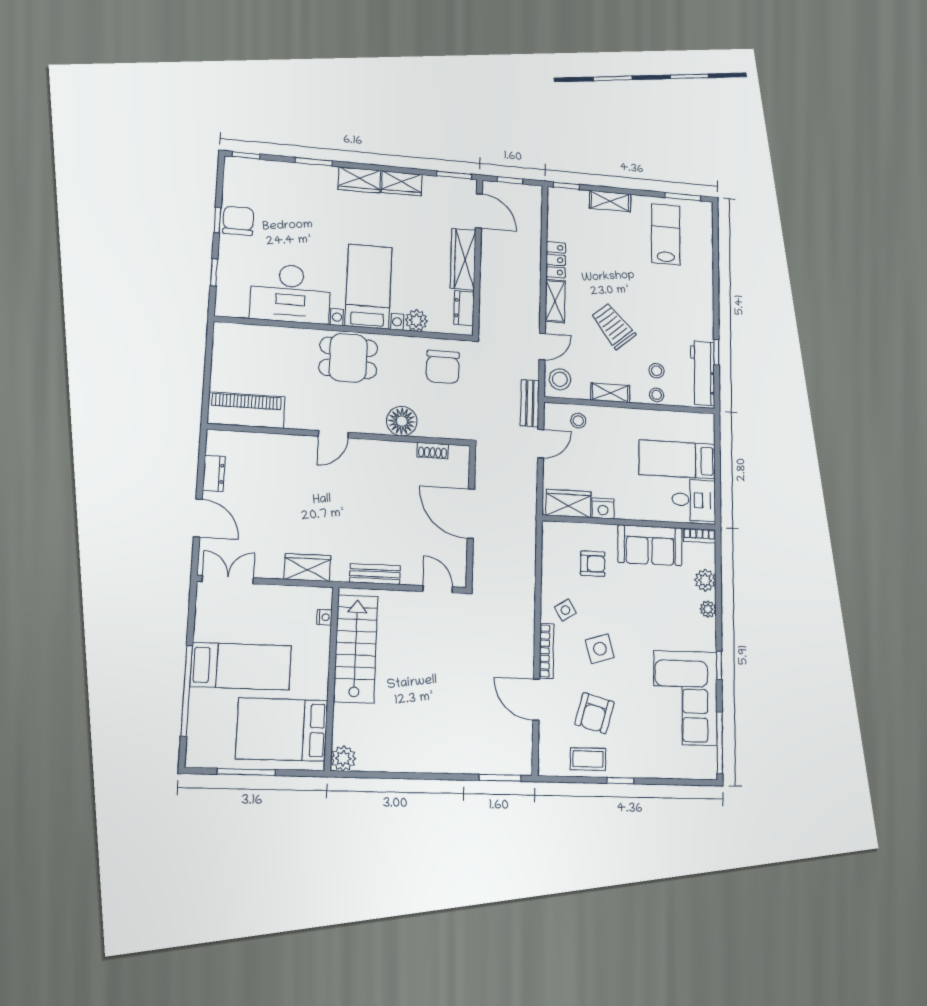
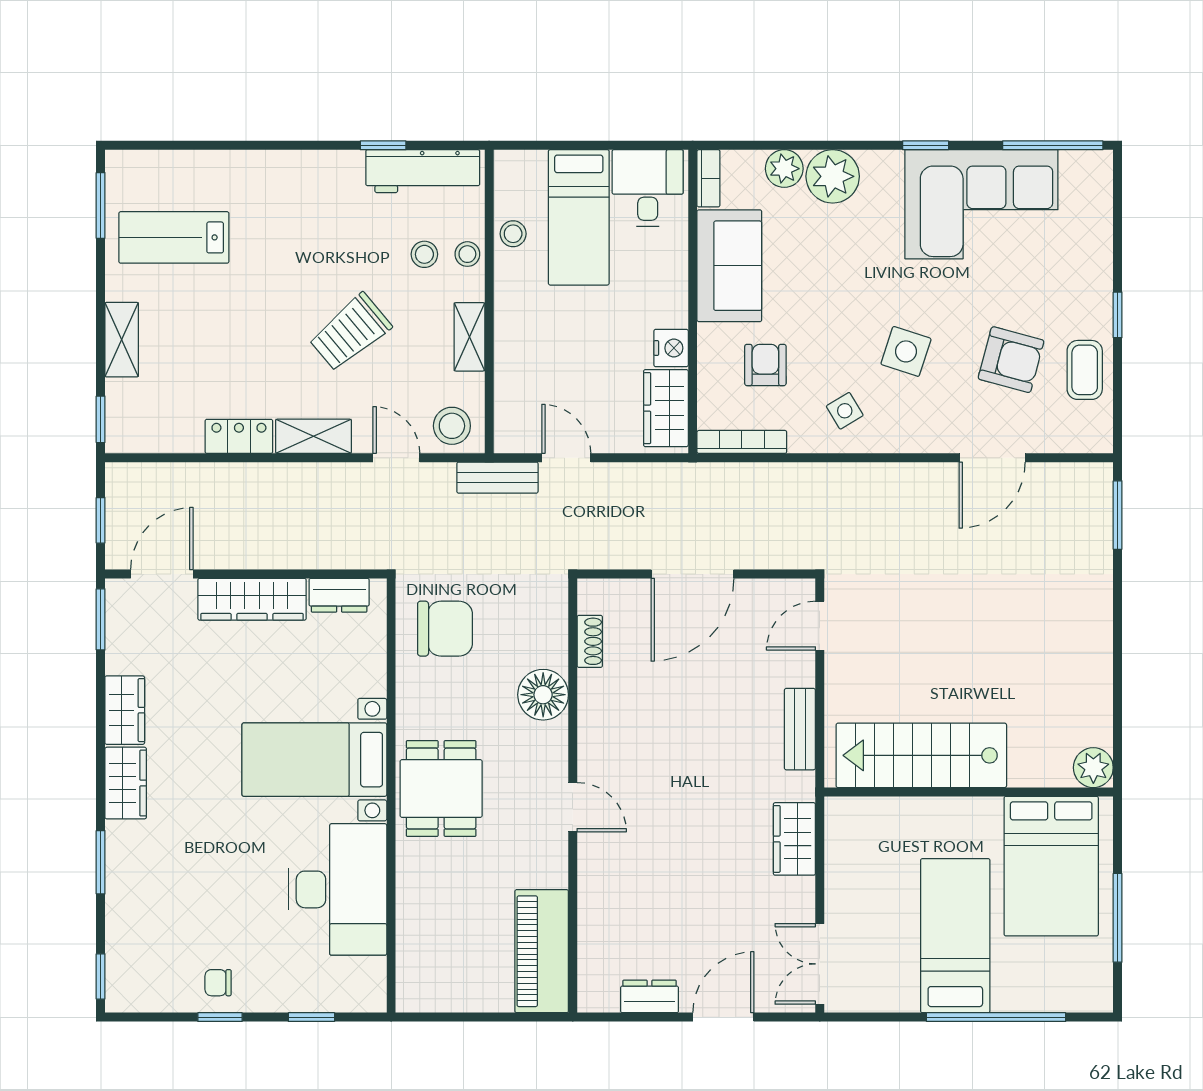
chair: (238, 221) -> (218, 983), width x0.54, depth x0.54
plant: (416, 321) -> (367, 676), removed
stool: (578, 421) -> (513, 234), moved
plant: (708, 609) -> (833, 176), width x1.87, depth x1.87
nightstand: (324, 617) -> (873, 808), removed
side table: (600, 649) -> (906, 351), turned 34
bookcase: (546, 651) -> (742, 442), moved

